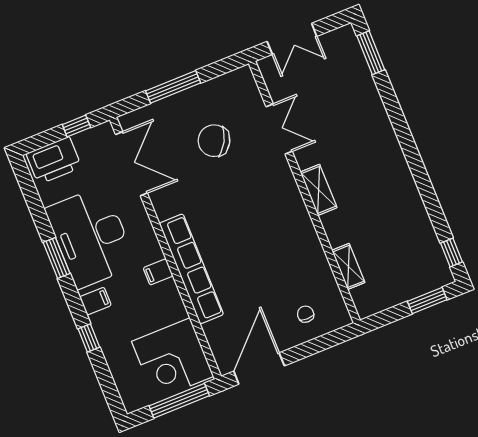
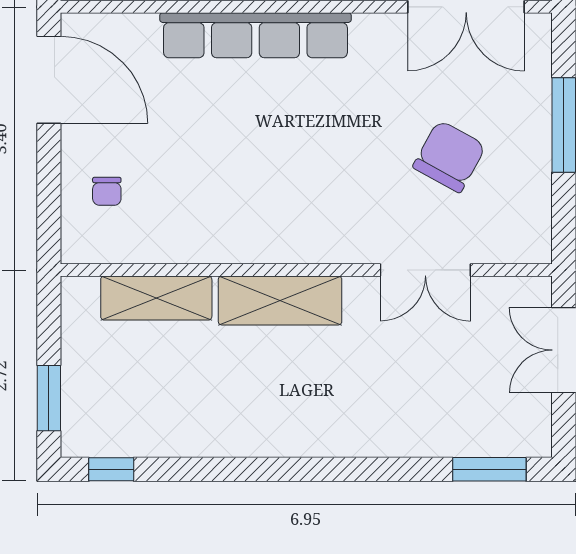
shelving: (319, 190) -> (280, 300), width x1.50, depth x1.33
shelving: (348, 266) -> (156, 298), width x1.50, depth x1.33
chair: (306, 314) -> (107, 191), turned 90

